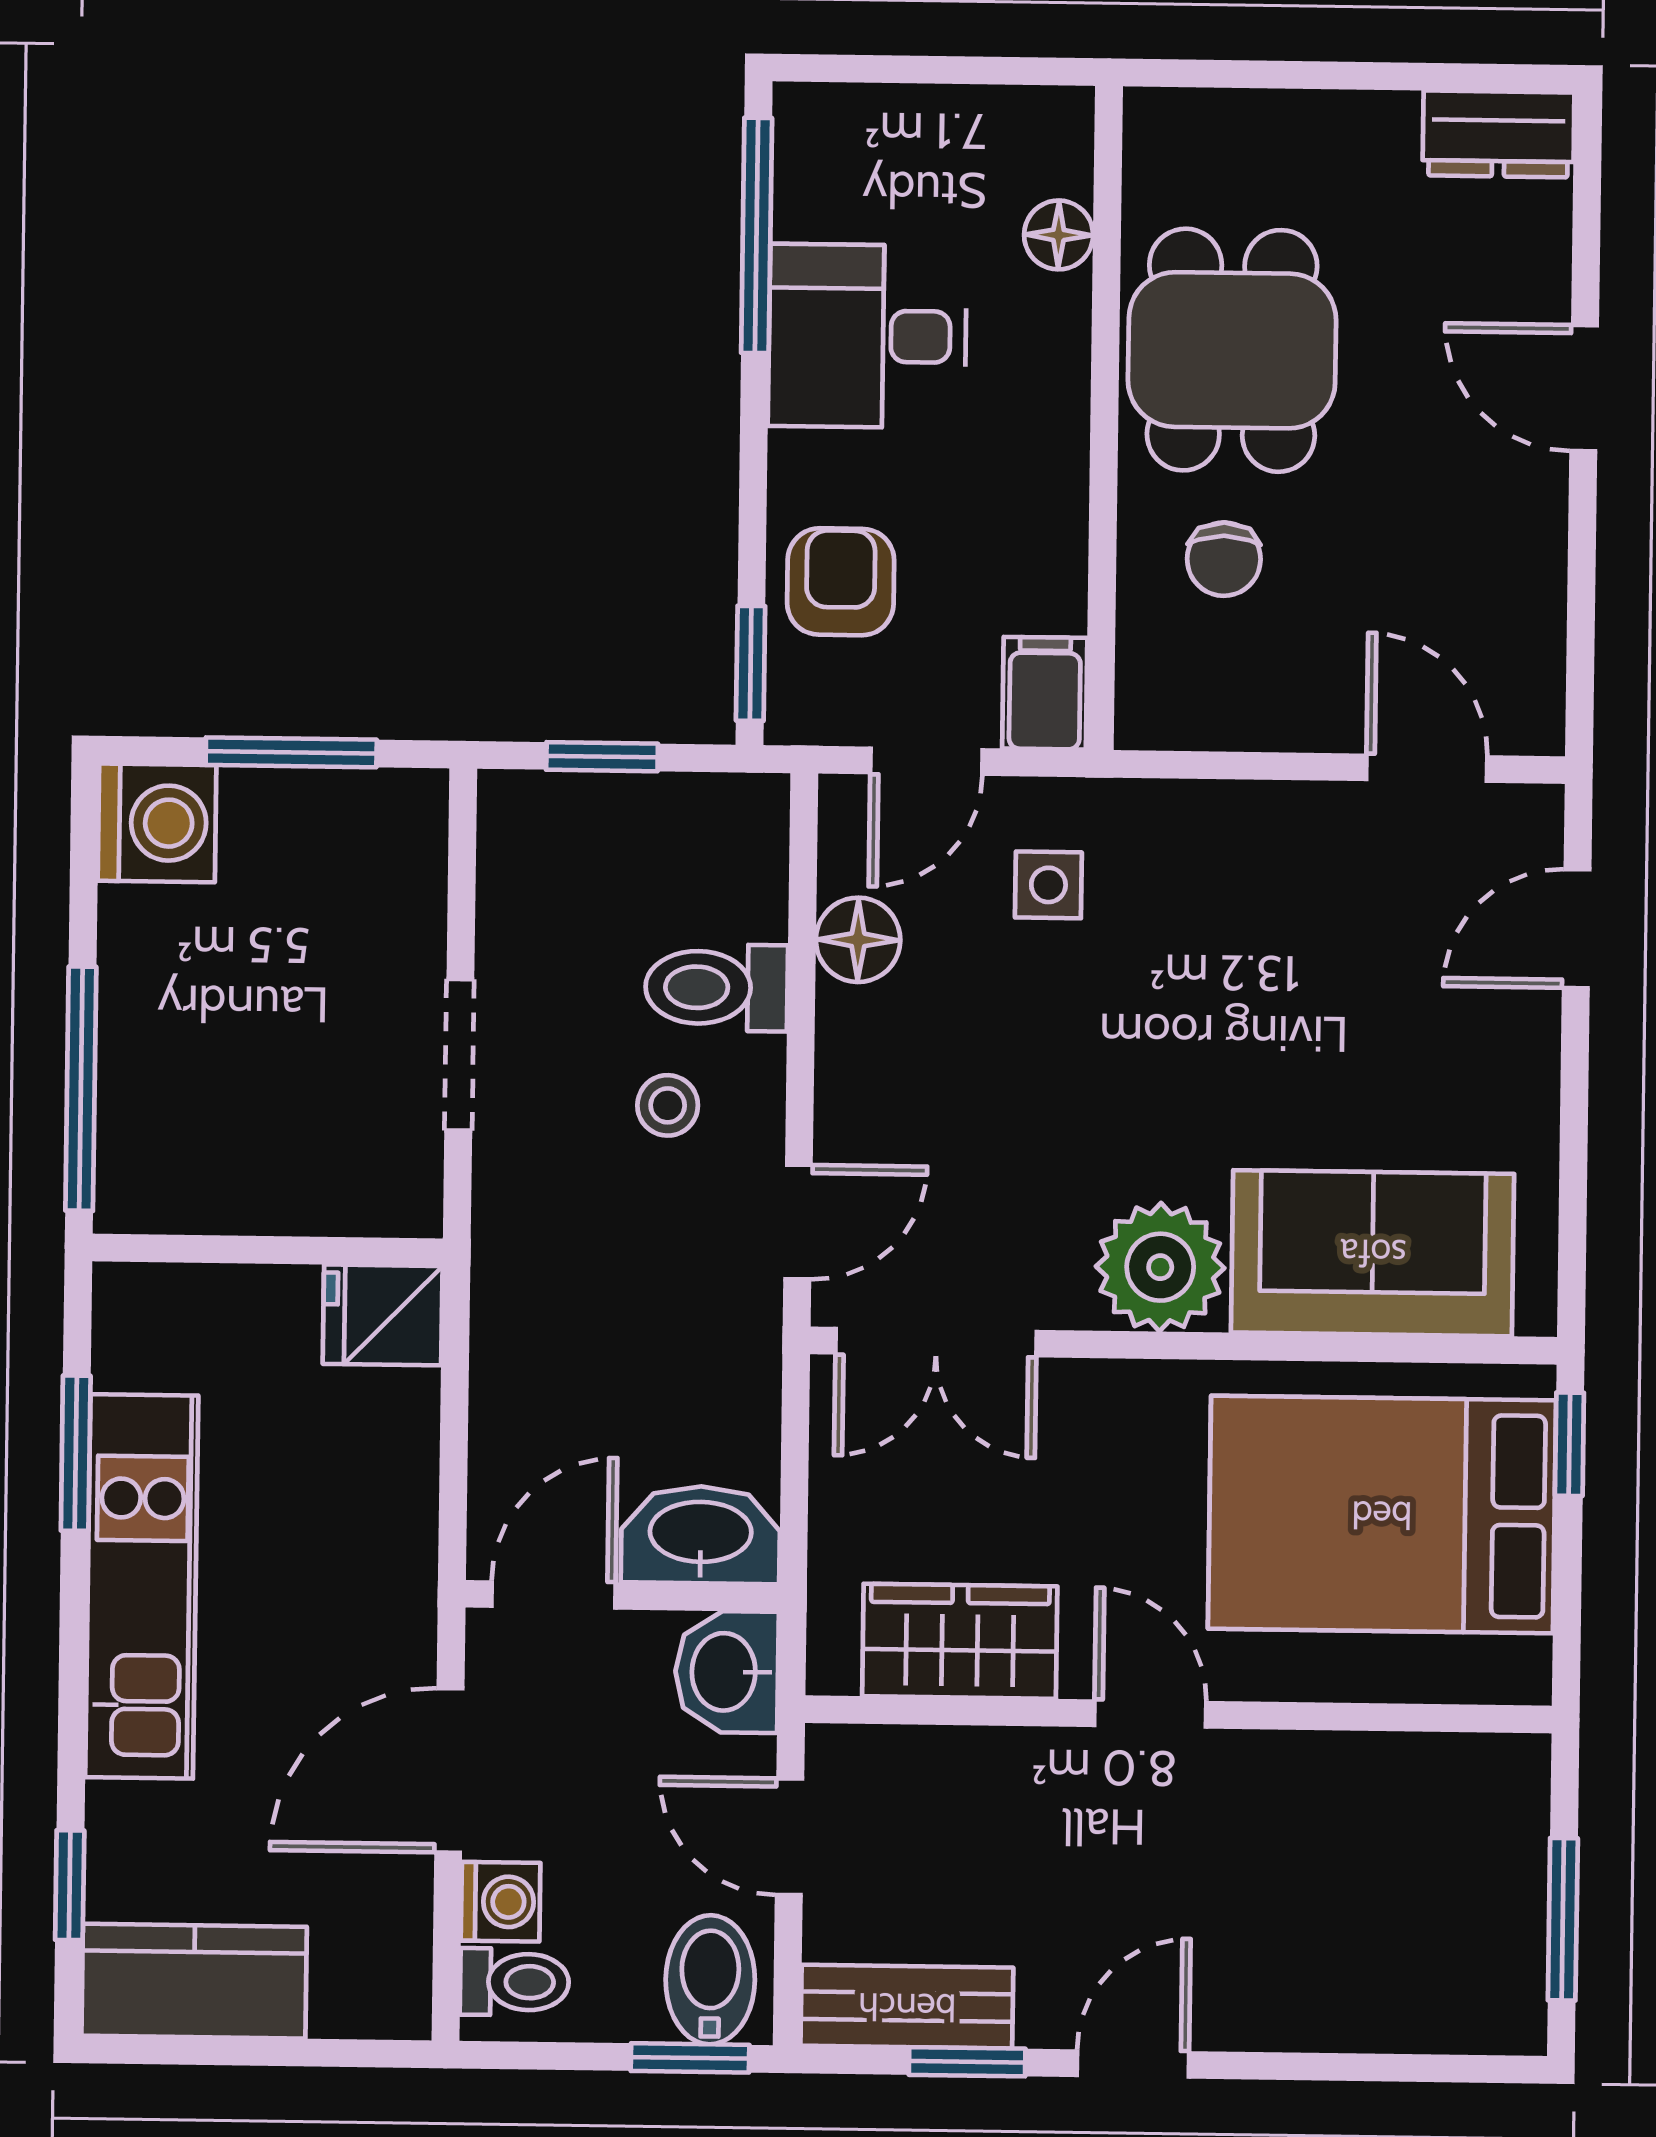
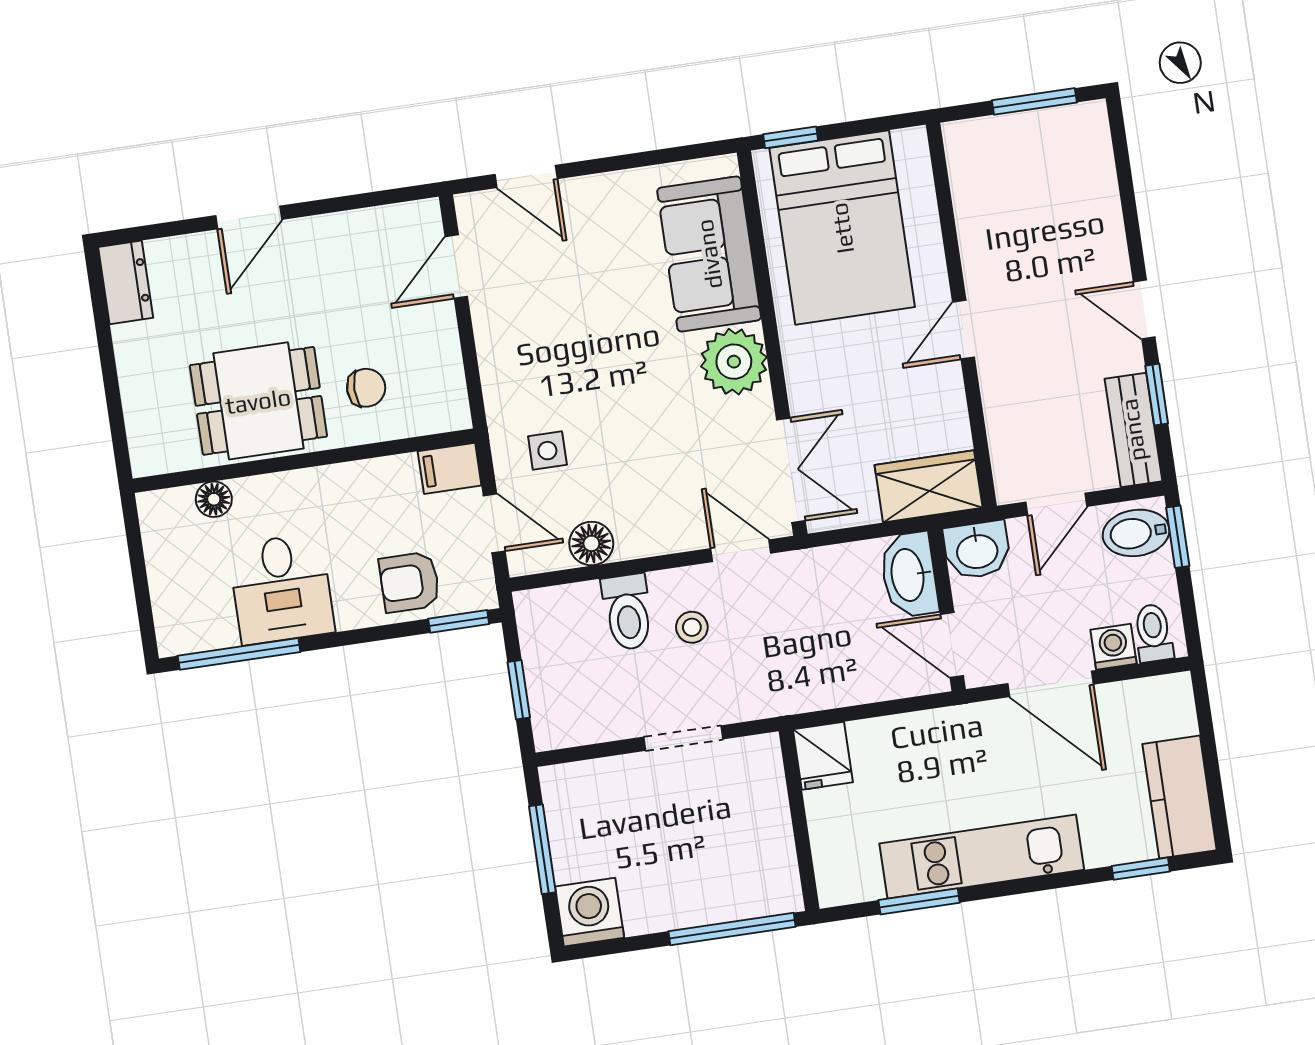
wardrobe: (960, 1641) -> (929, 486), moved, turned 90

